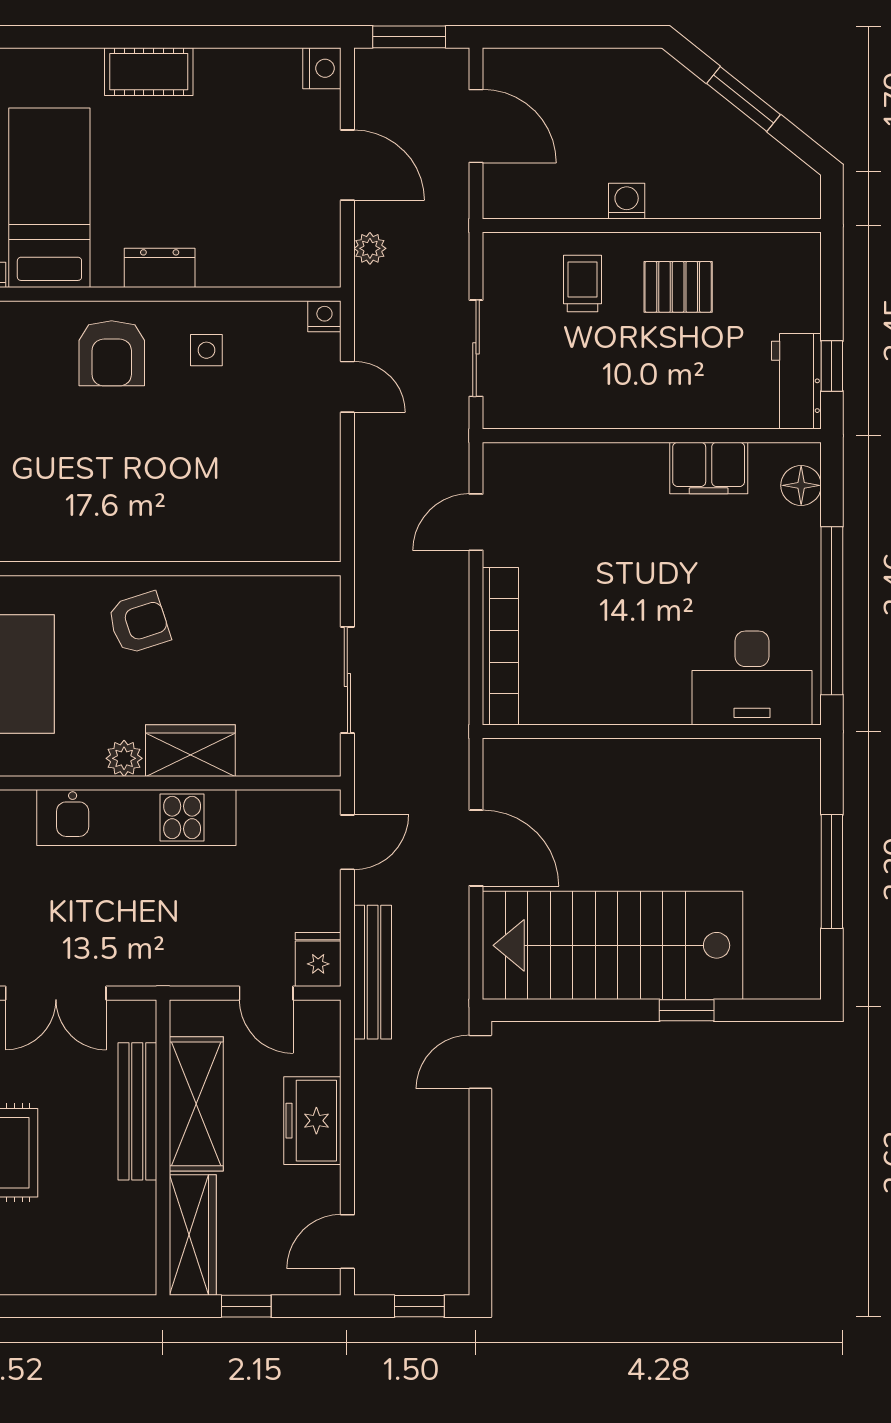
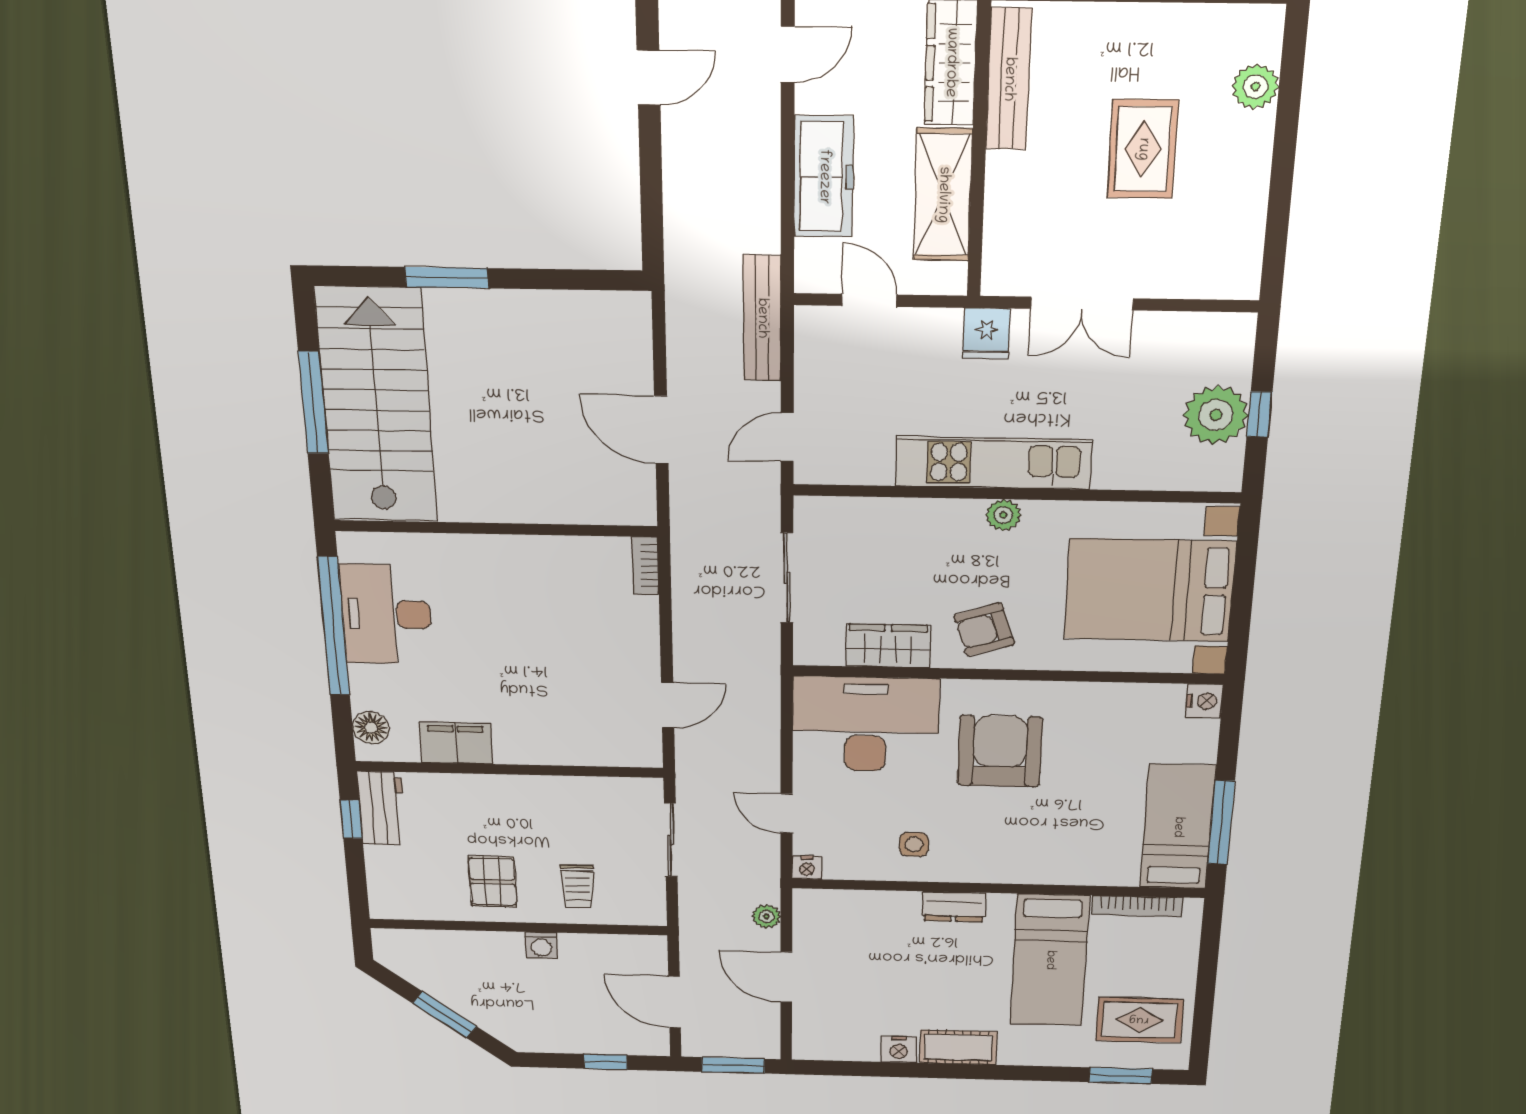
window: (558, 37) -> (606, 1062), added
nightstand: (322, 68) -> (899, 1049), moved, turned -90
pallet: (678, 287) -> (492, 882), turned 90
armchair: (112, 353) -> (1000, 751), moved, width x1.36, depth x1.36
desk: (262, 503) -> (865, 724), added
bookcase: (500, 646) -> (645, 566), width x0.43, depth x0.76
desk: (752, 678) -> (386, 614), moved, turned -90
wardrobe: (190, 751) -> (888, 646), moved, turned 180
stairs: (613, 945) -> (377, 406), moved, turned -90
fridge: (318, 959) -> (986, 334), moved
double door: (56, 993) -> (1082, 304), swing flipped
window: (687, 1010) -> (447, 278), width x1.50
door: (480, 1062) -> (649, 78), moved
bench: (137, 1111) -> (1009, 79), moved
freezer: (312, 1121) -> (824, 177), width x1.40

